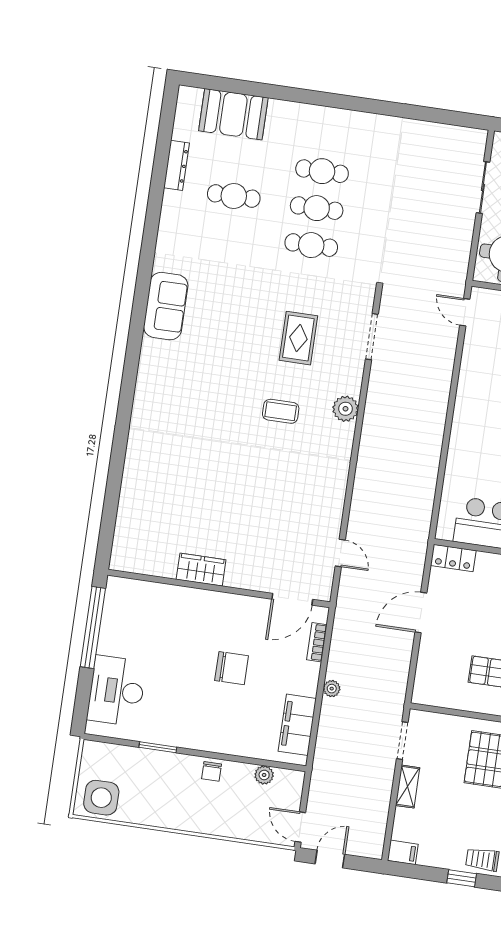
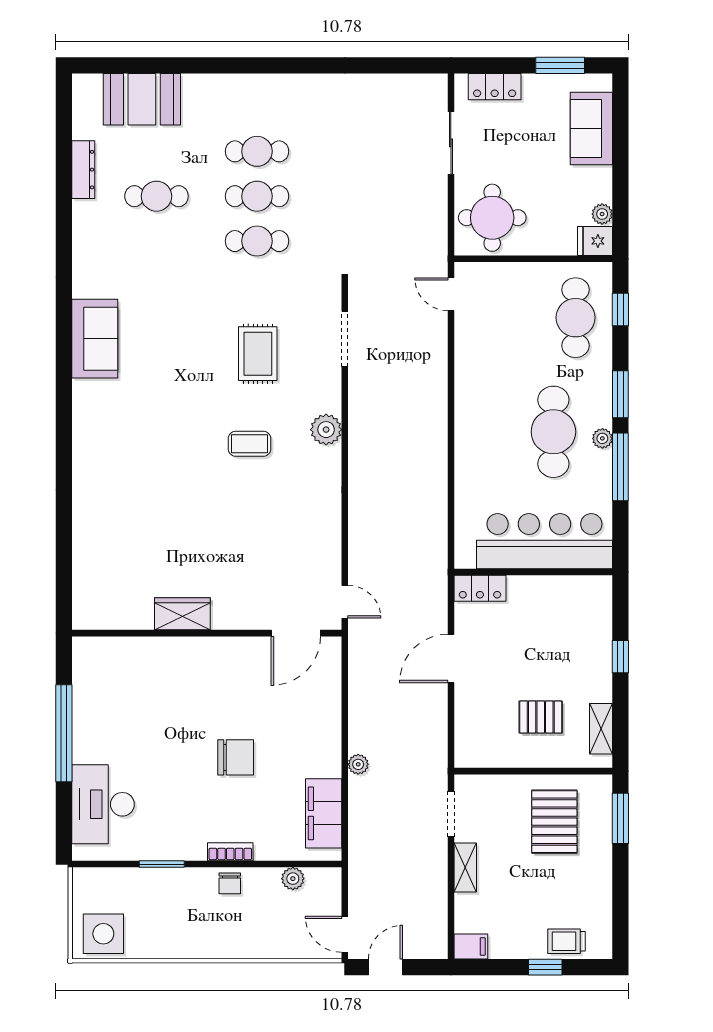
wardrobe: (201, 570) -> (182, 614), moved
wall: (219, 588) -> (207, 633), moved
door: (292, 599) -> (296, 633), moved
bookcase: (317, 642) -> (230, 852), moved, turned 90

